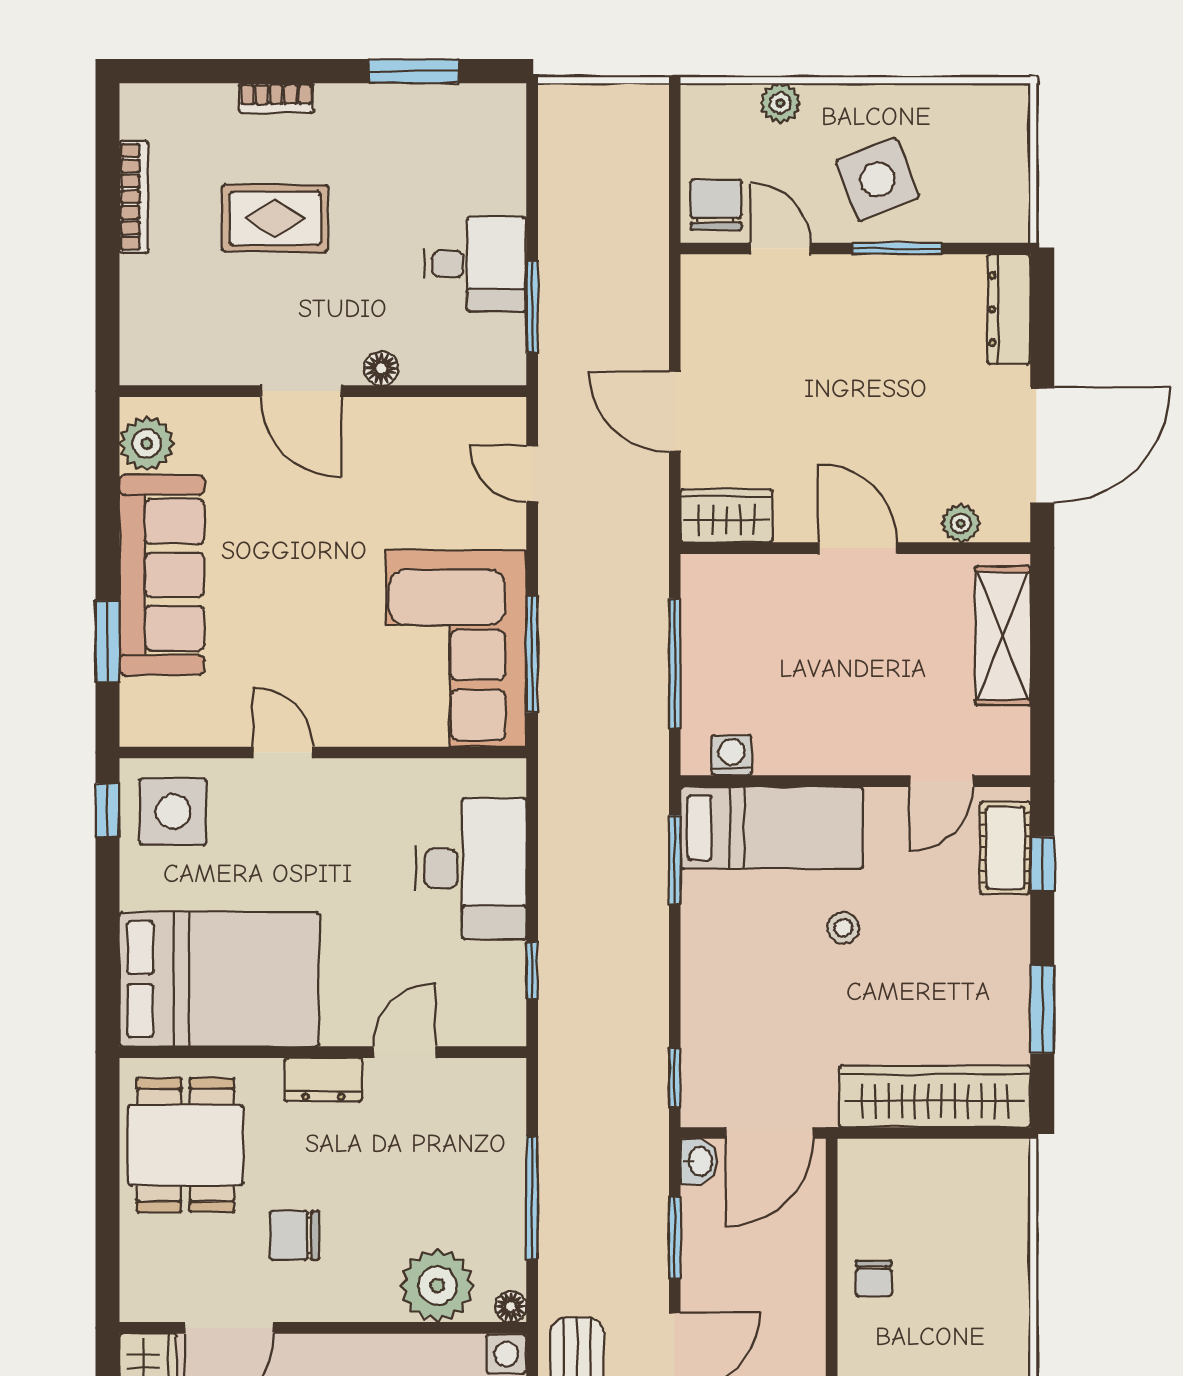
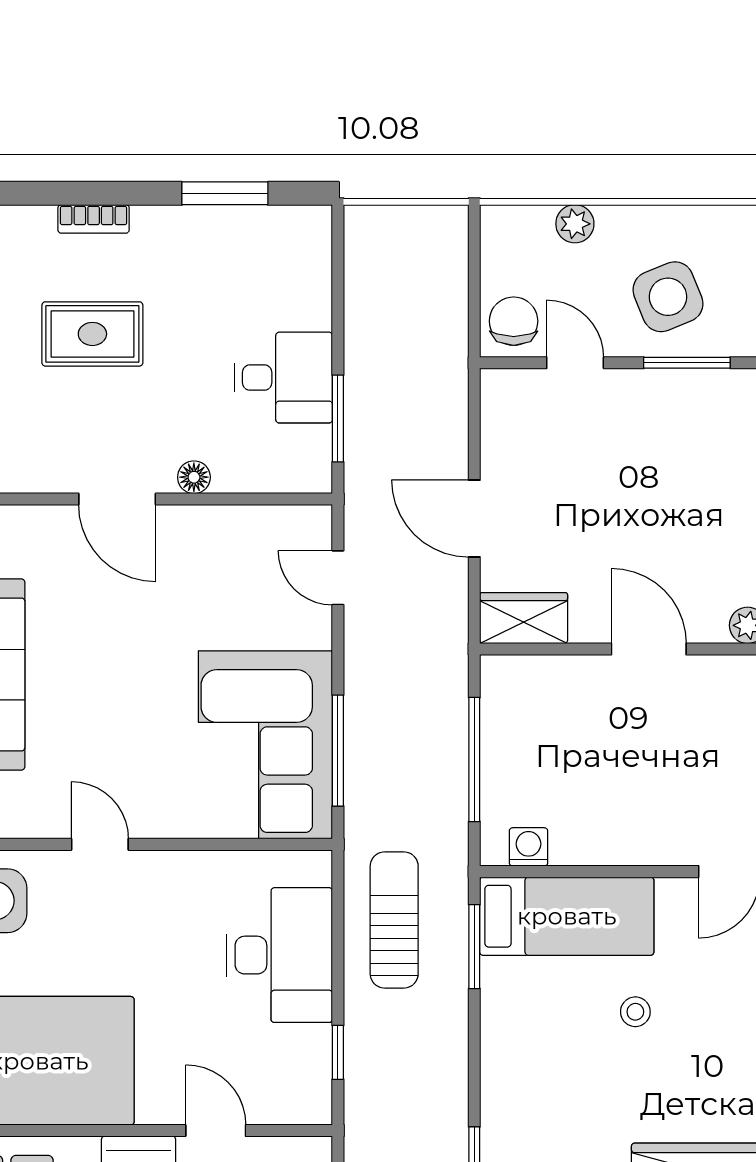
sun lounger: (591, 832) -> (394, 920), added
door: (404, 1052) -> (216, 1131), hinge flipped

